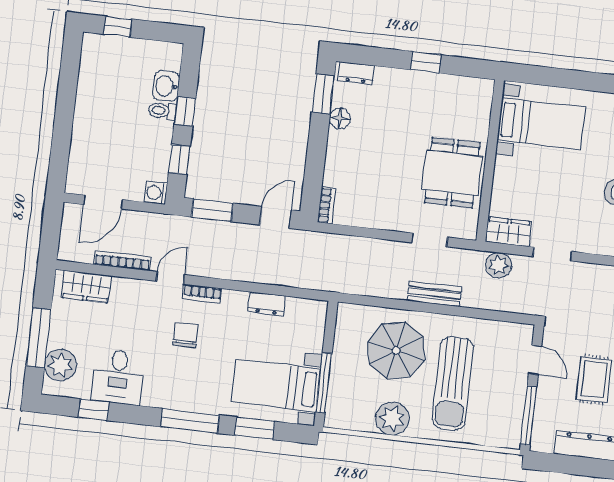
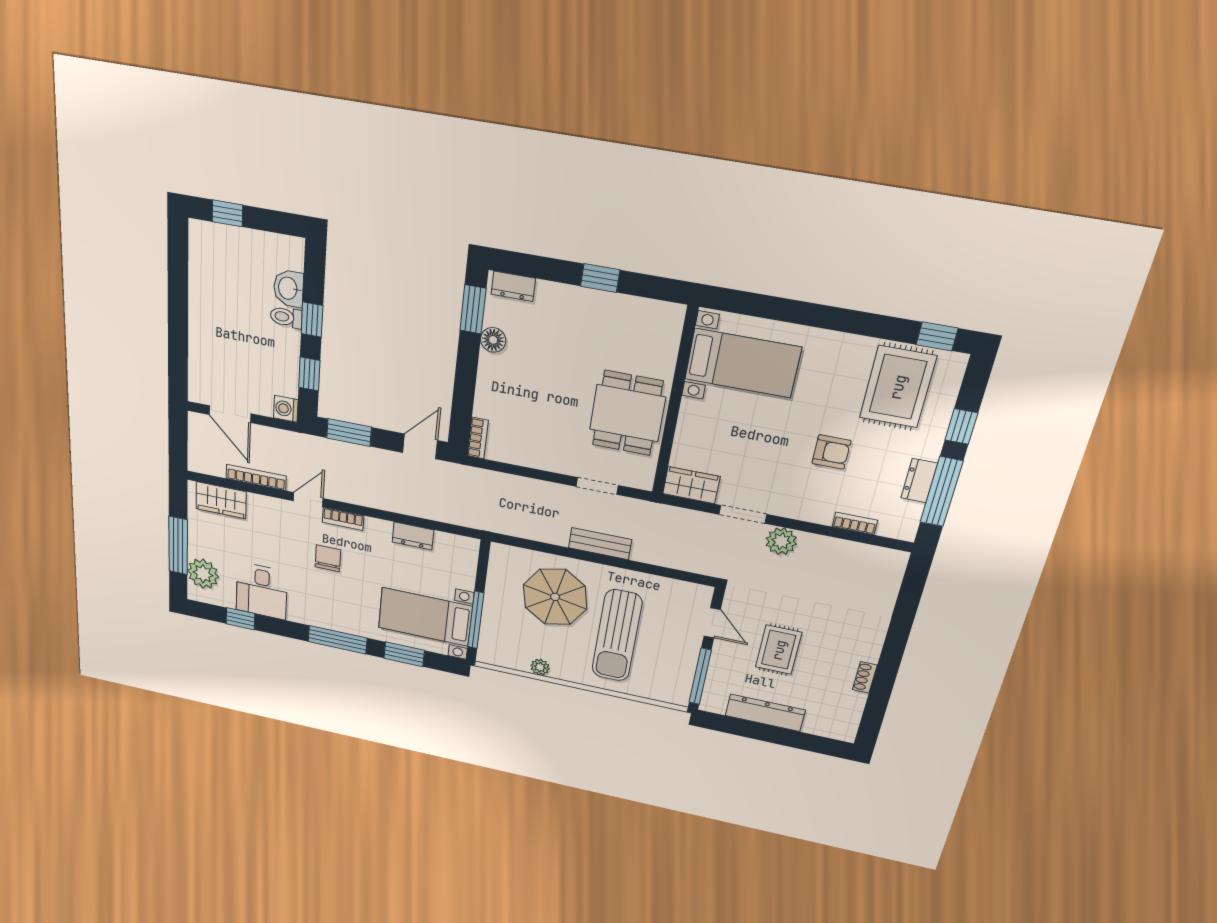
door: (103, 202) -> (230, 414), hinge flipped
plant: (499, 265) -> (781, 541), moved
plant: (392, 418) -> (540, 667), width x0.53, depth x0.53

